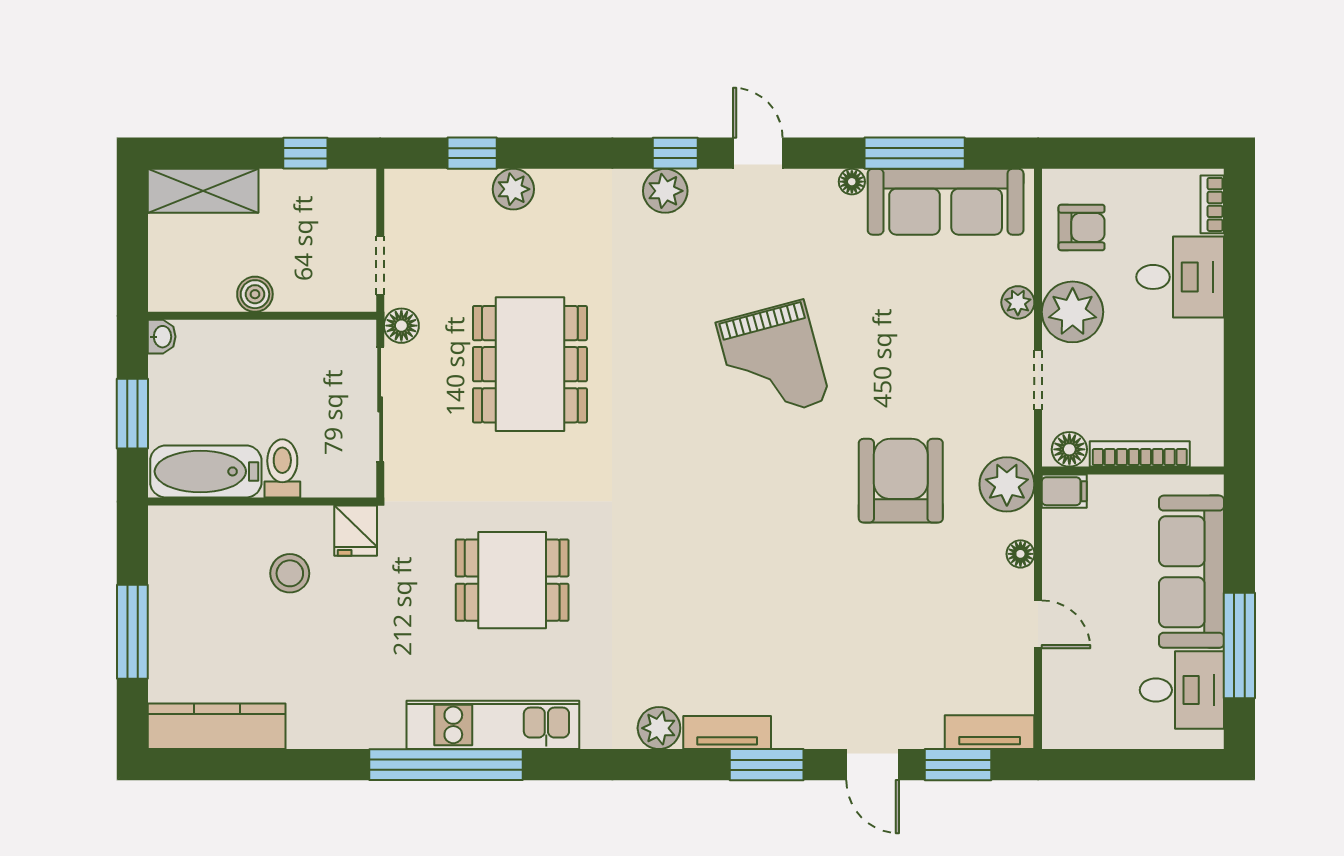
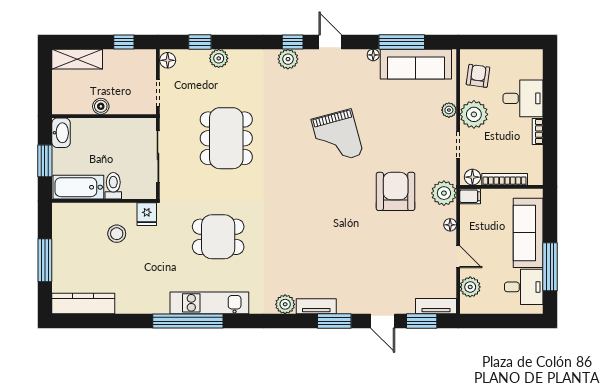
bookcase: (1212, 204) -> (538, 132), moved
armchair: (1082, 227) -> (478, 76), turned -82
floor lamp: (401, 326) -> (168, 60), moved
washbasin: (162, 337) -> (61, 133), width x1.91, depth x1.45
plant: (1064, 690) -> (470, 287), added

